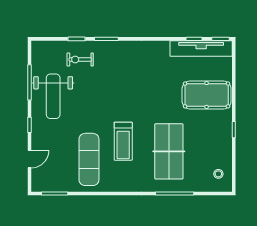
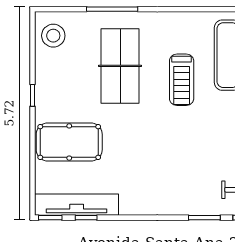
treadmill: (123, 141) -> (182, 80), turned 180
stool: (218, 174) -> (53, 36), width x1.89, depth x1.89

